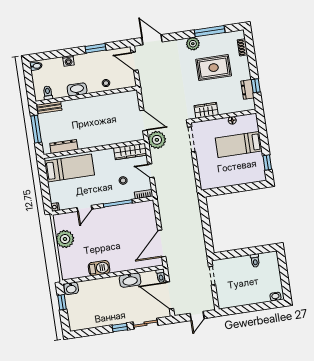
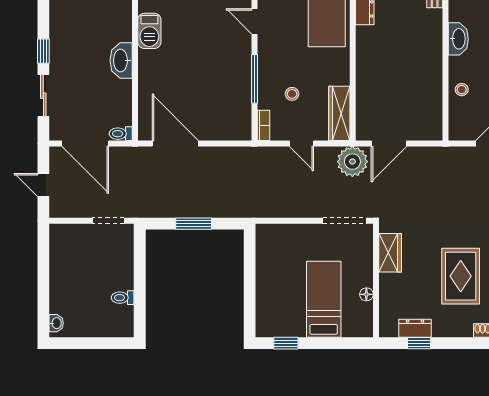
door: (151, 171) -> (301, 144), swing flipped
window: (206, 226) -> (194, 224), added
washbasin: (130, 280) -> (121, 61), moved
door: (169, 295) -> (85, 144), swing flipped

